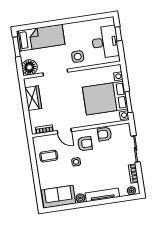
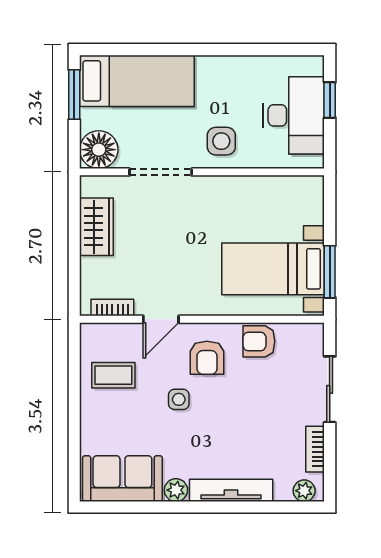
bed with nightstands: (105, 98) -> (273, 269), width x0.73
door: (64, 131) -> (161, 319), hinge flipped
armchair: (85, 144) -> (207, 358), turned 90

